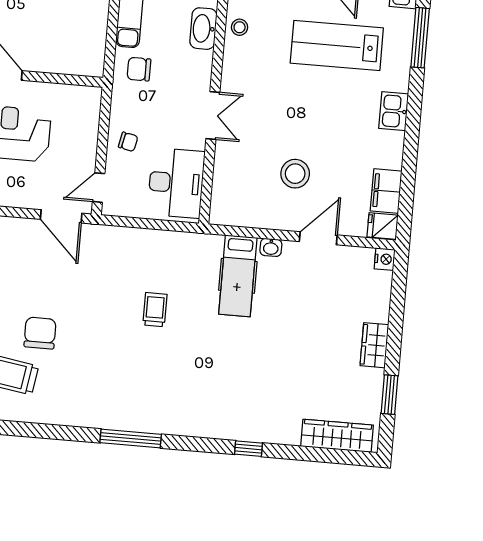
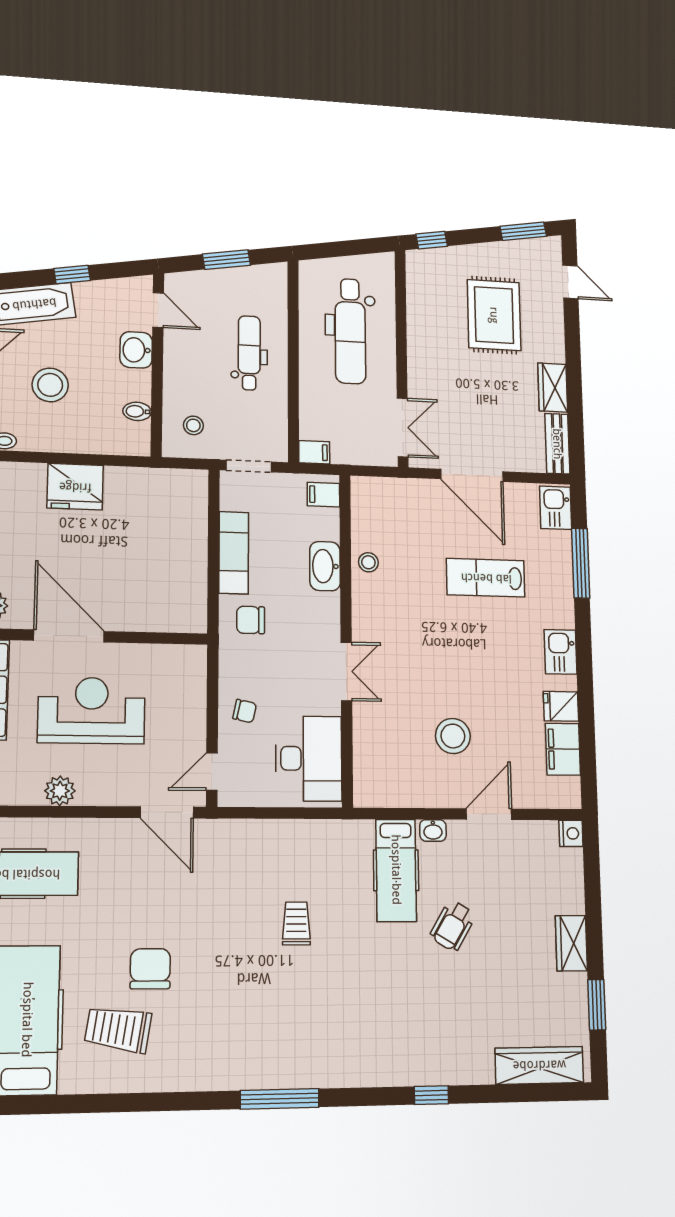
lab bench: (337, 46) -> (486, 578), width x0.73, depth x0.72
fridge: (383, 226) -> (561, 706), moved
wheelchair: (279, 323) -> (453, 926), added

